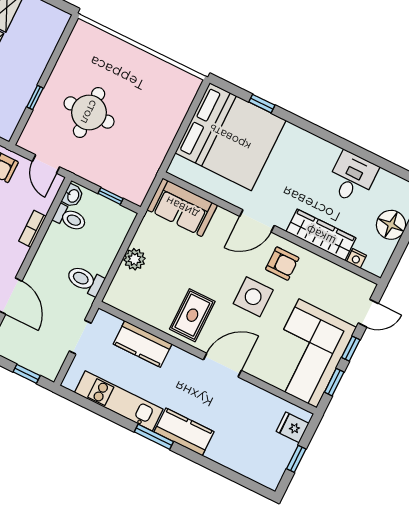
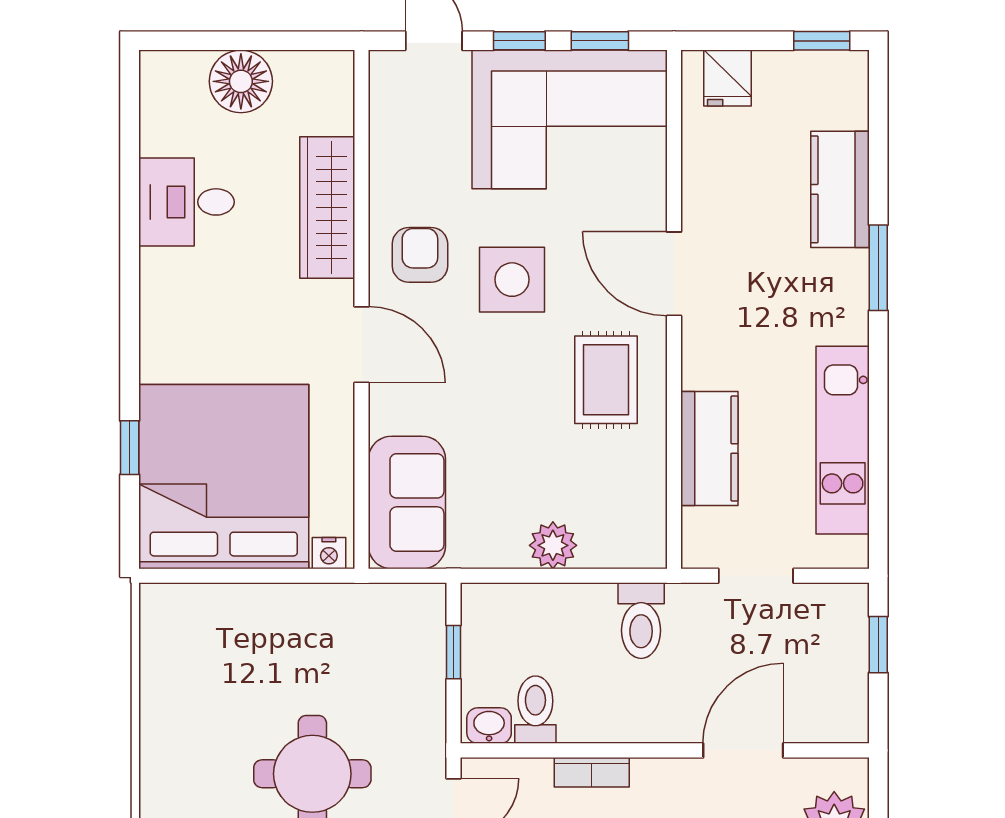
nightstand: (356, 258) -> (329, 553), moved, turned 90
rug: (192, 315) -> (606, 380), turned 90
kitchen counter: (184, 432) -> (840, 189), moved
window: (154, 437) -> (878, 268), moved
window: (296, 459) -> (822, 41), moved

